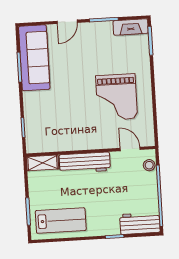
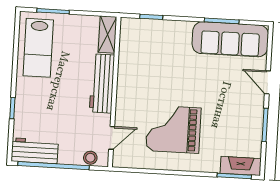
fireplace: (131, 27) -> (241, 166), moved, turned 90
workbench: (140, 223) -> (35, 151), moved, turned -90

